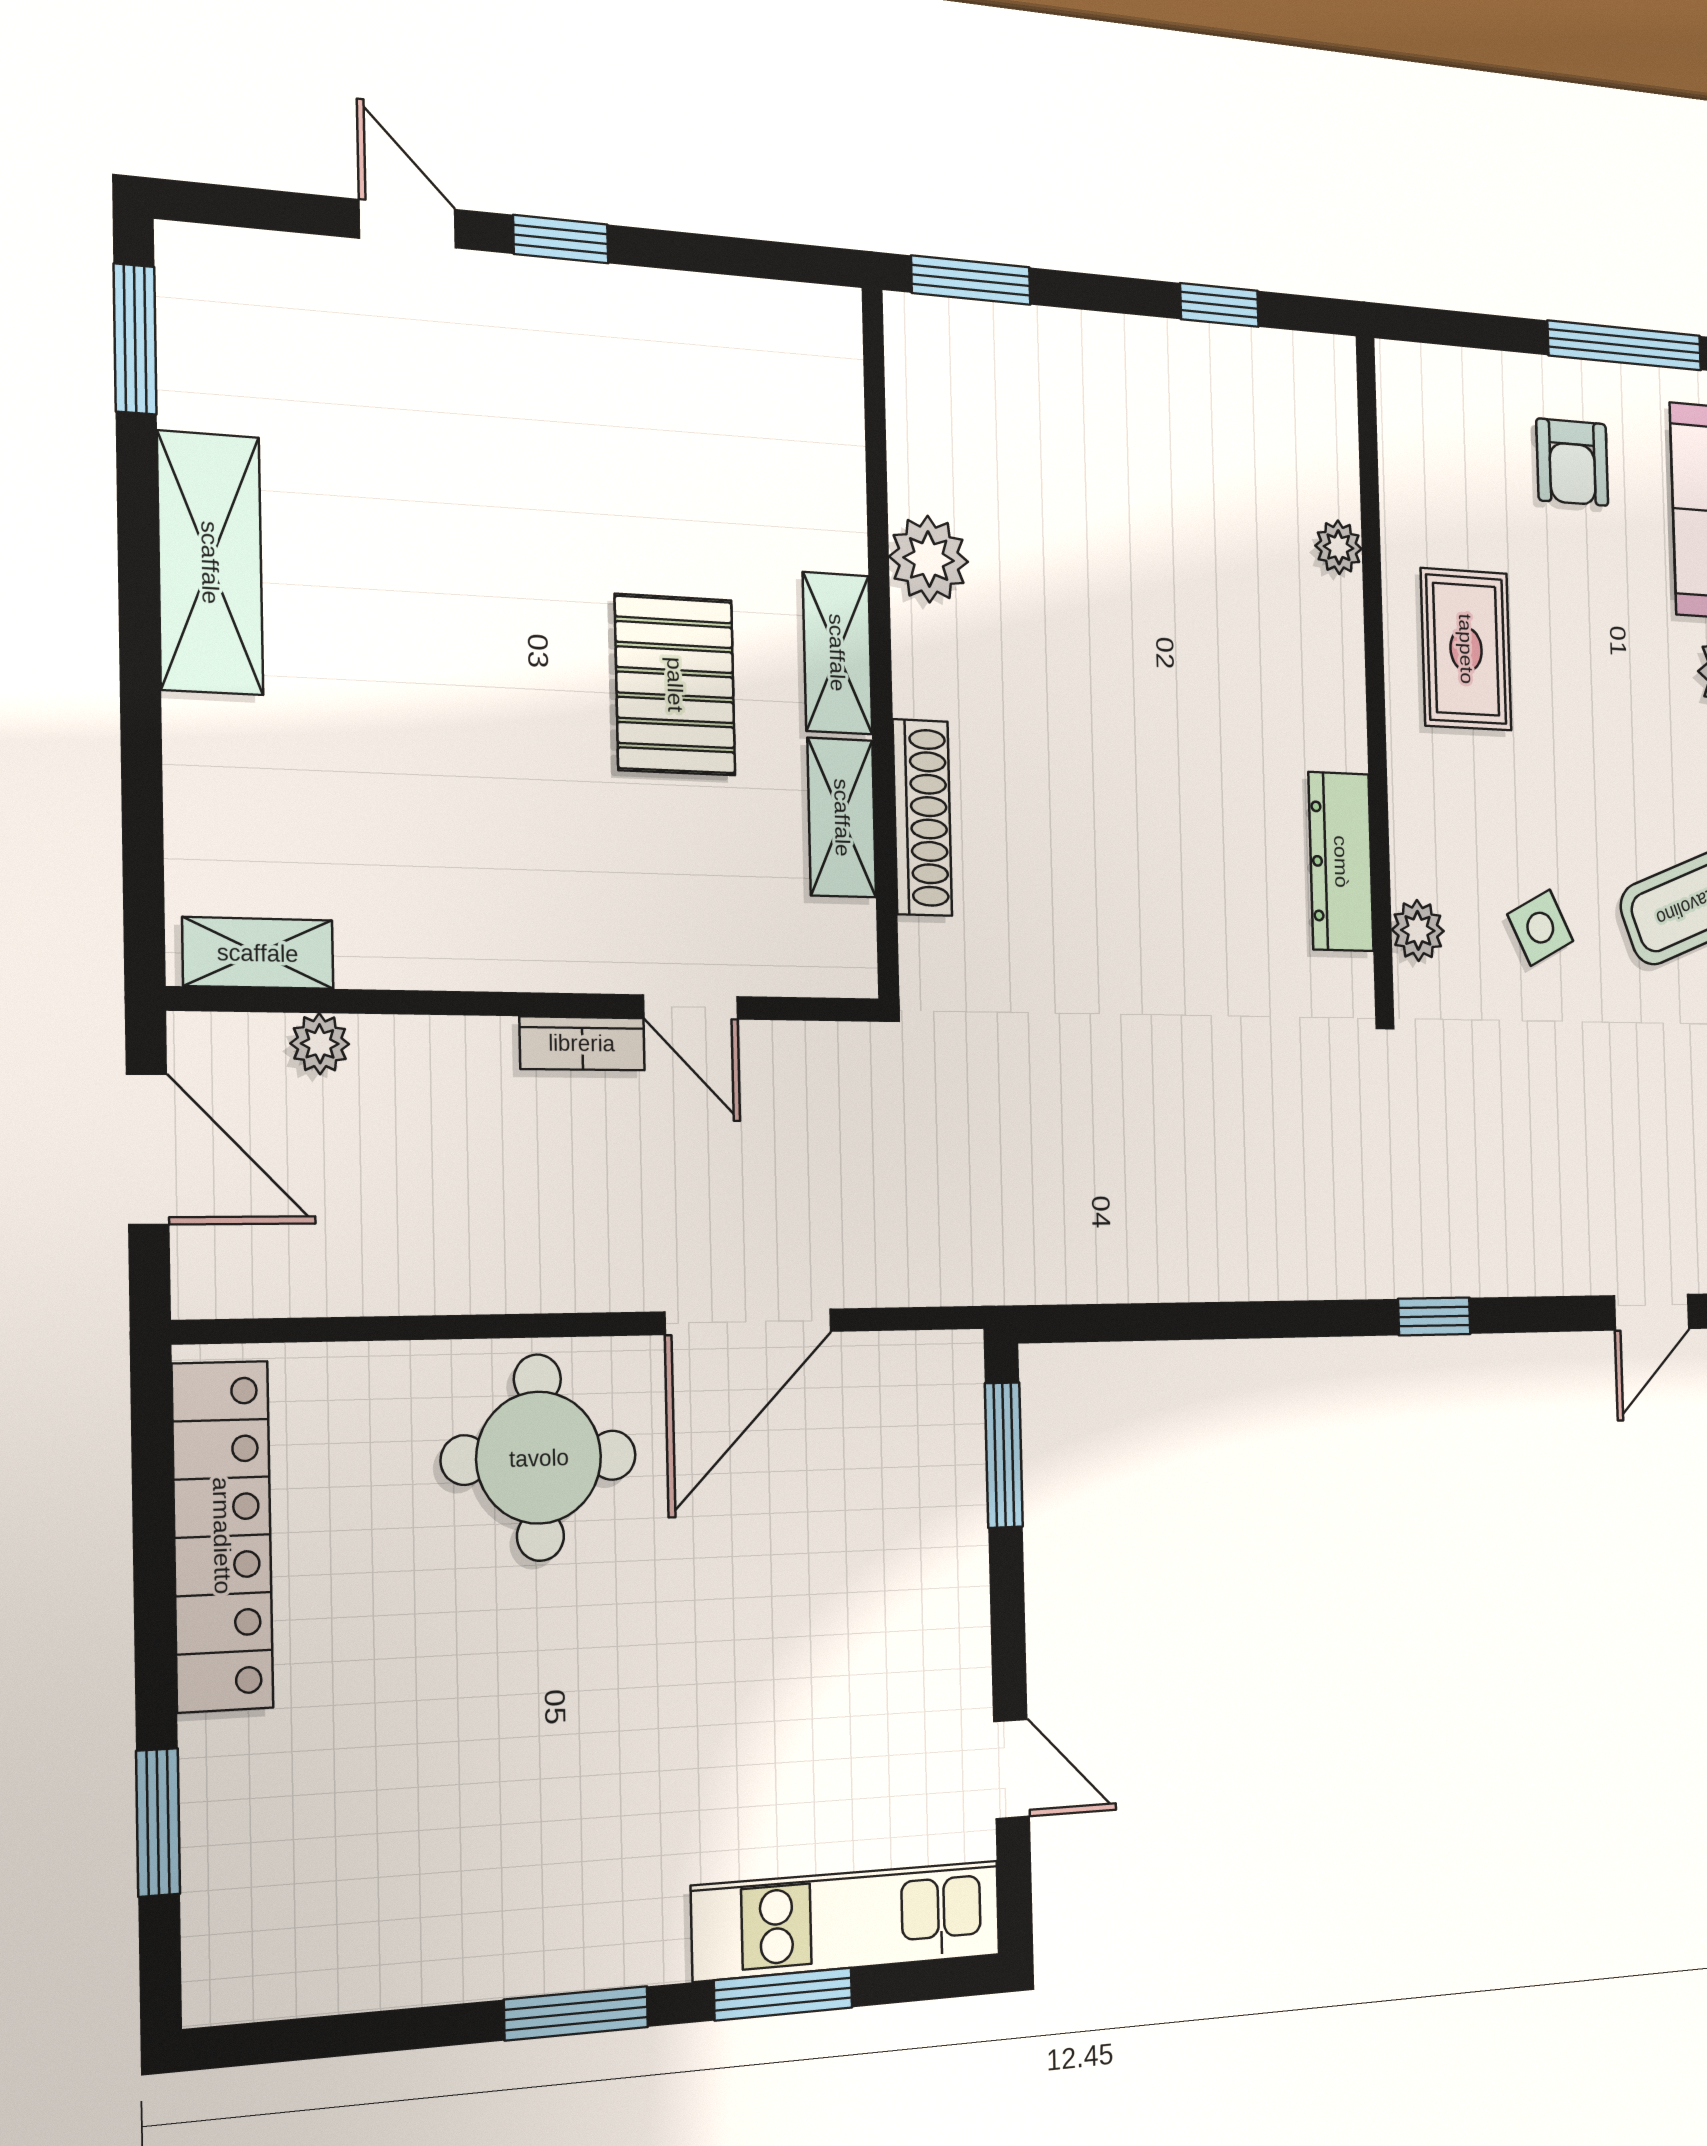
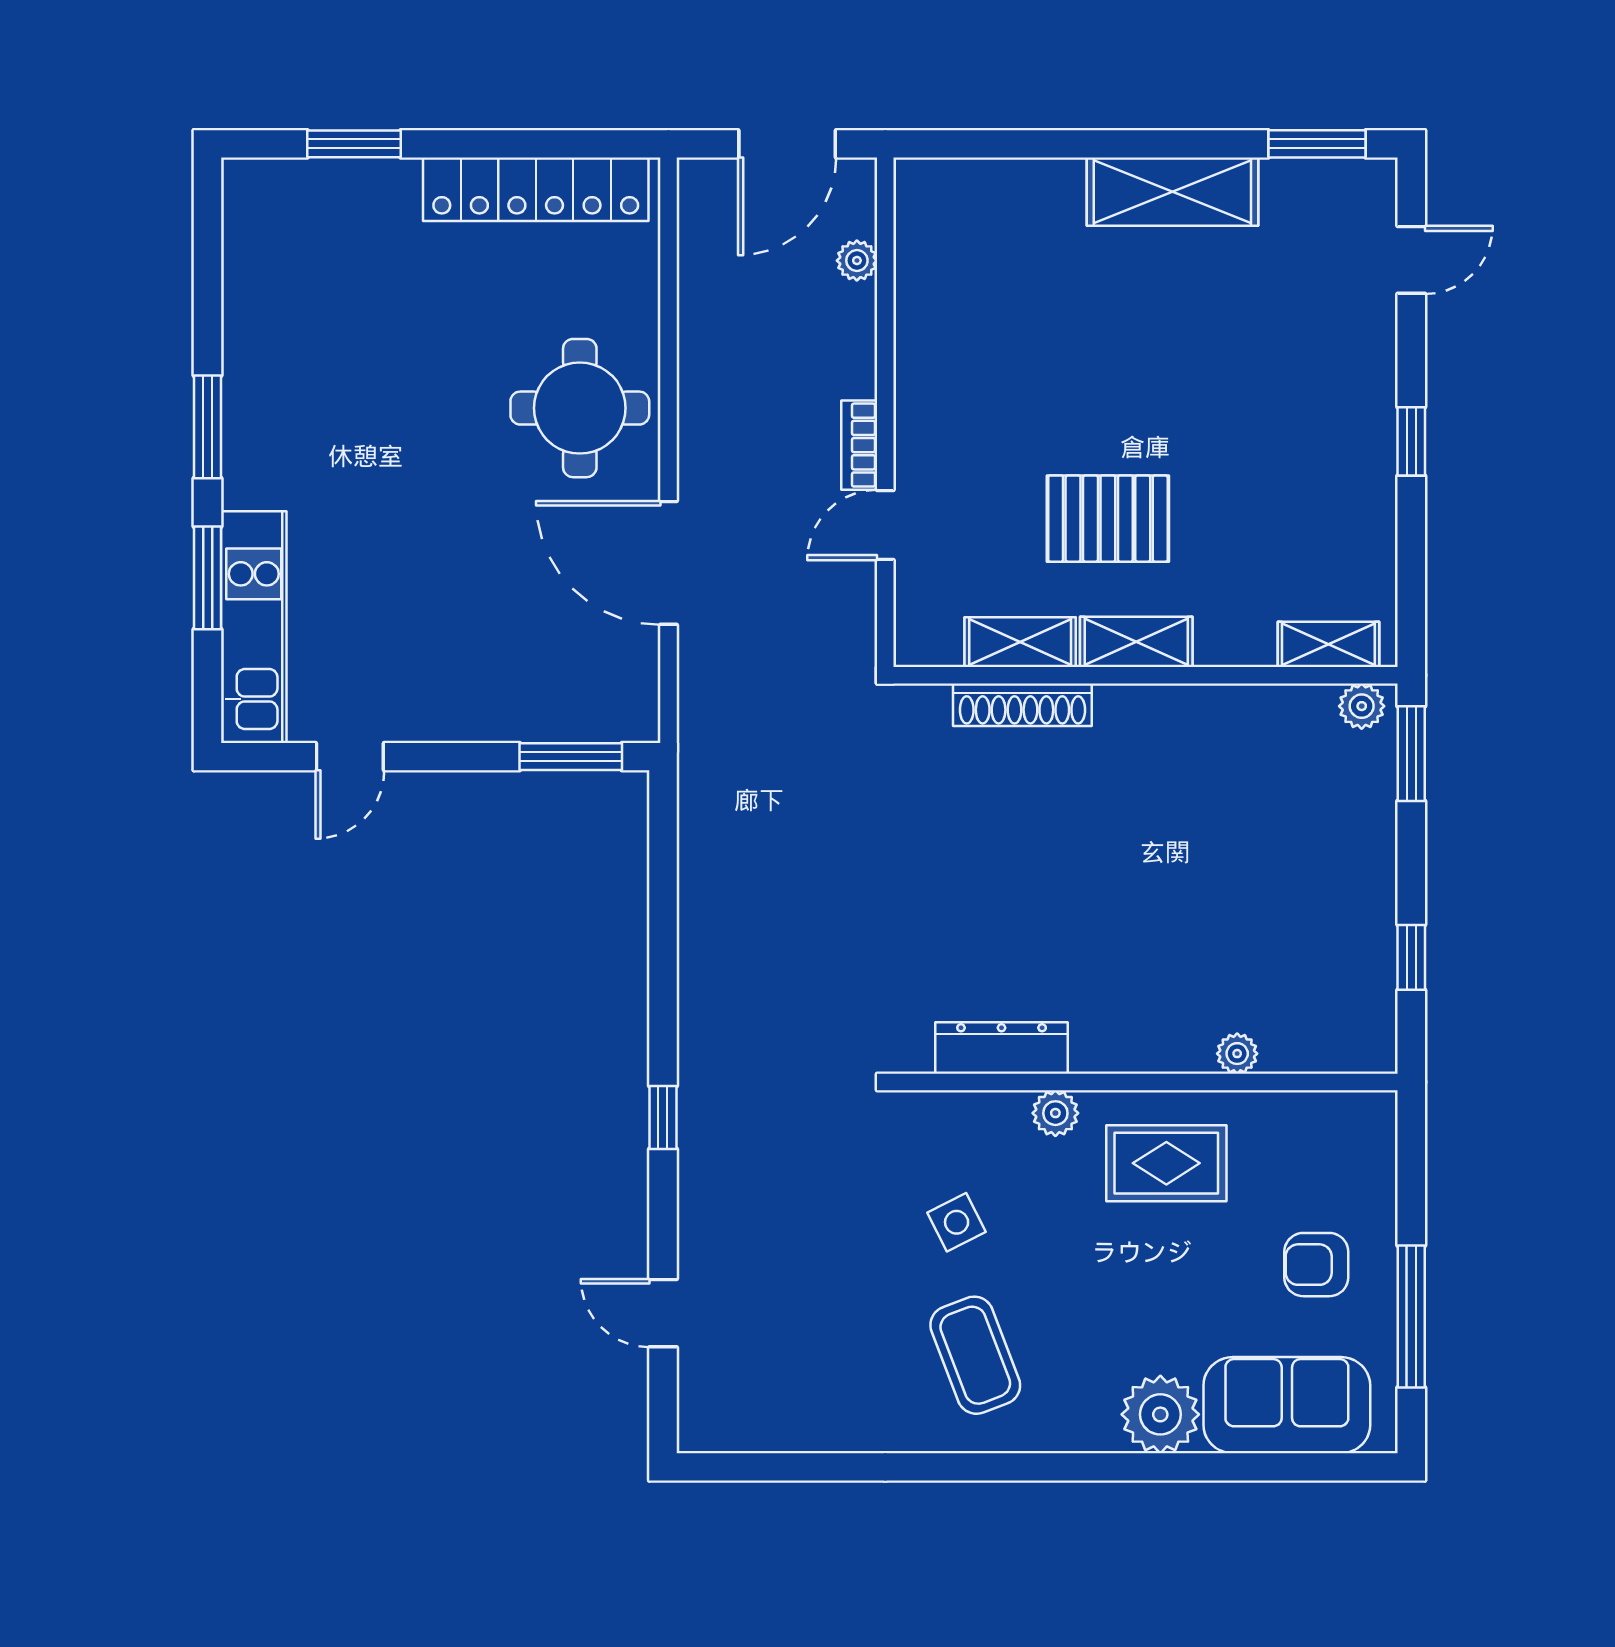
door: (407, 224) -> (1411, 260), moved
plant: (929, 559) -> (1362, 706), moved, width x0.73, depth x0.73
plant: (1418, 930) -> (1055, 1113), moved
shelving: (258, 953) -> (1328, 644), moved, turned 90

